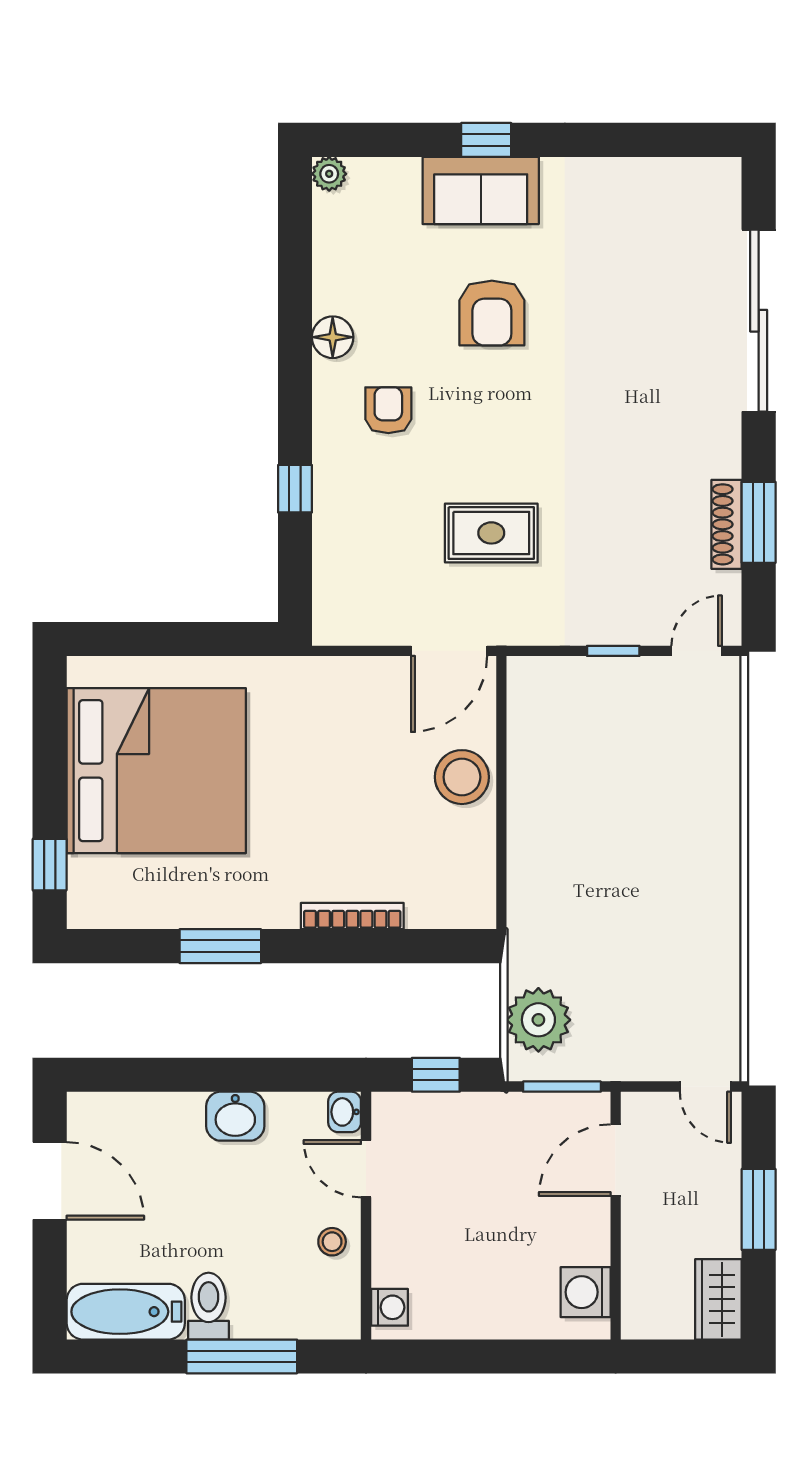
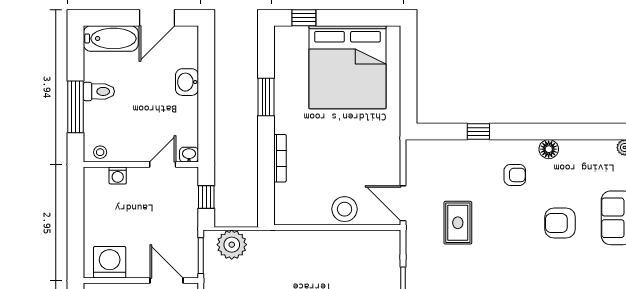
washbasin: (235, 1116) -> (187, 82), moved
stool: (332, 1242) -> (100, 152), moved
washing machine: (586, 1292) -> (110, 262), width x1.37, depth x1.37
washing machine: (390, 1307) -> (118, 176), moved
bathtub: (126, 1312) -> (111, 38), moved, turned 90

